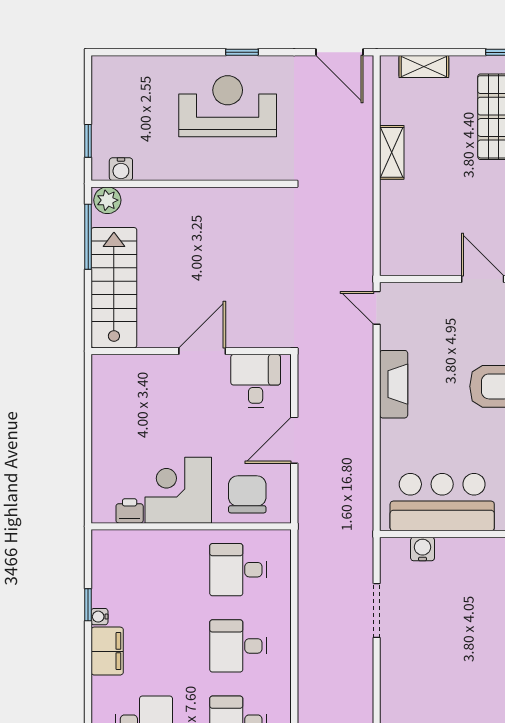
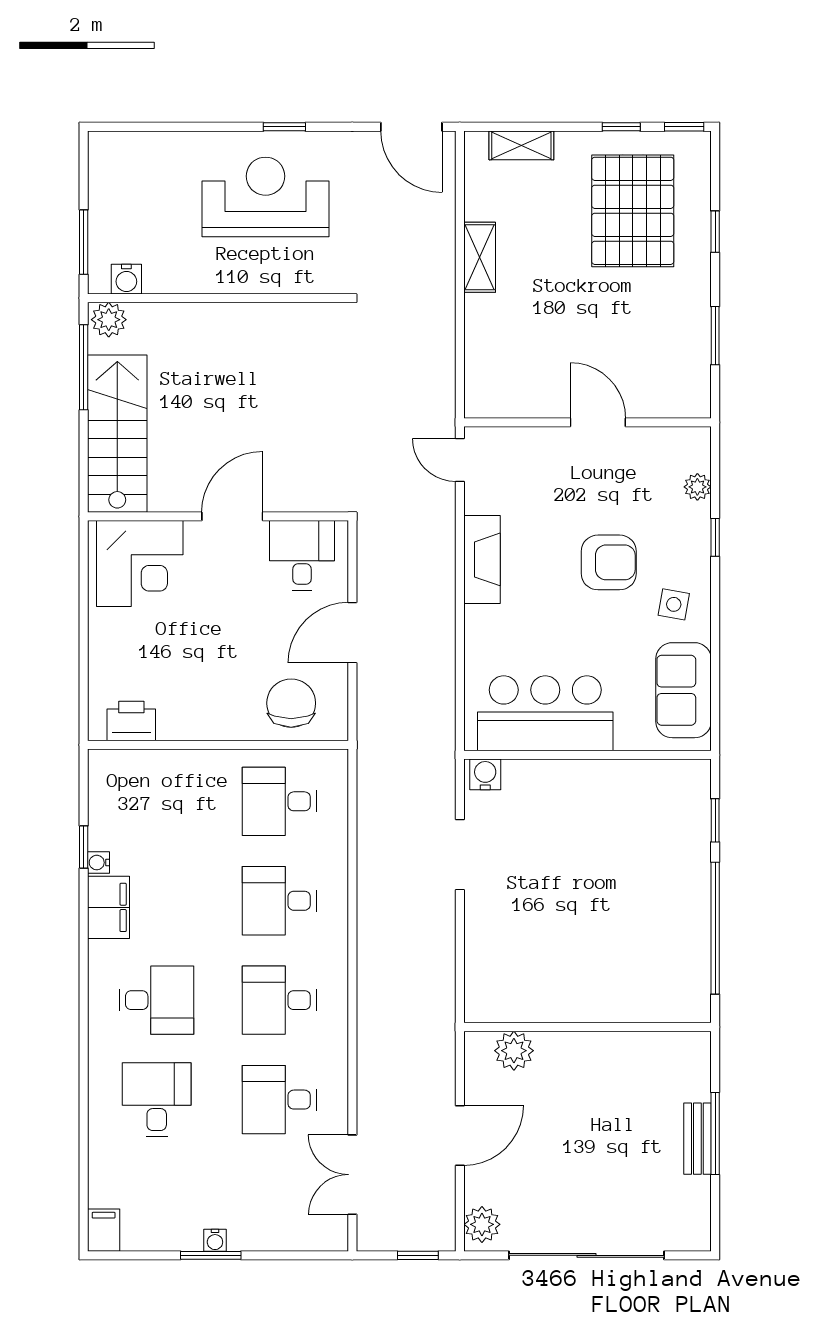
window: (88, 141) -> (84, 242), width x1.50
corner desk: (178, 490) -> (140, 564), moved, turned 180
printer: (130, 511) -> (131, 721), width x1.36, depth x1.24
water cooler: (423, 549) -> (485, 774), moved

